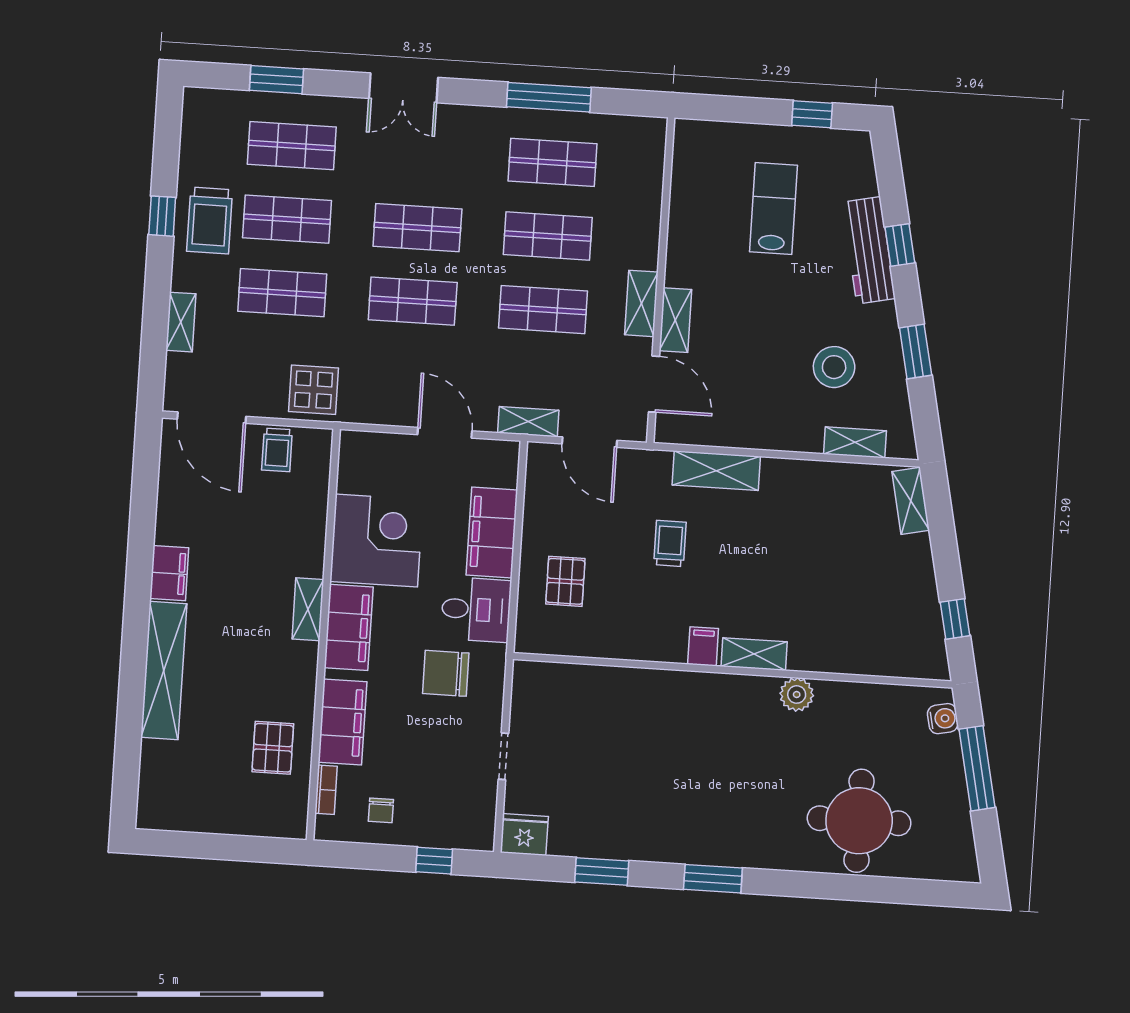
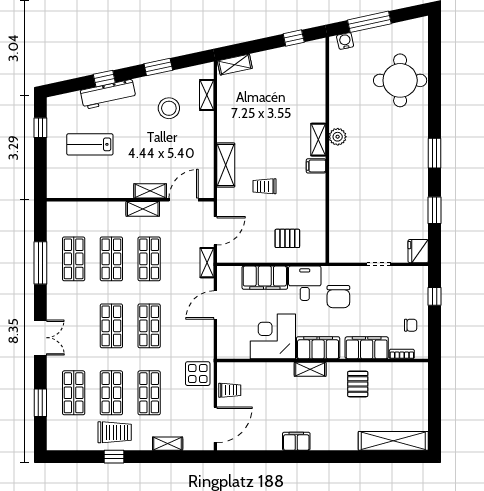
shelving: (164, 670) -> (393, 441), moved
plant: (797, 694) -> (338, 137), moved
pallet: (273, 748) -> (358, 384), moved, turned 90

